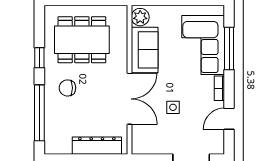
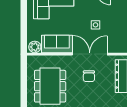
chair: (67, 88) -> (89, 76), moved

